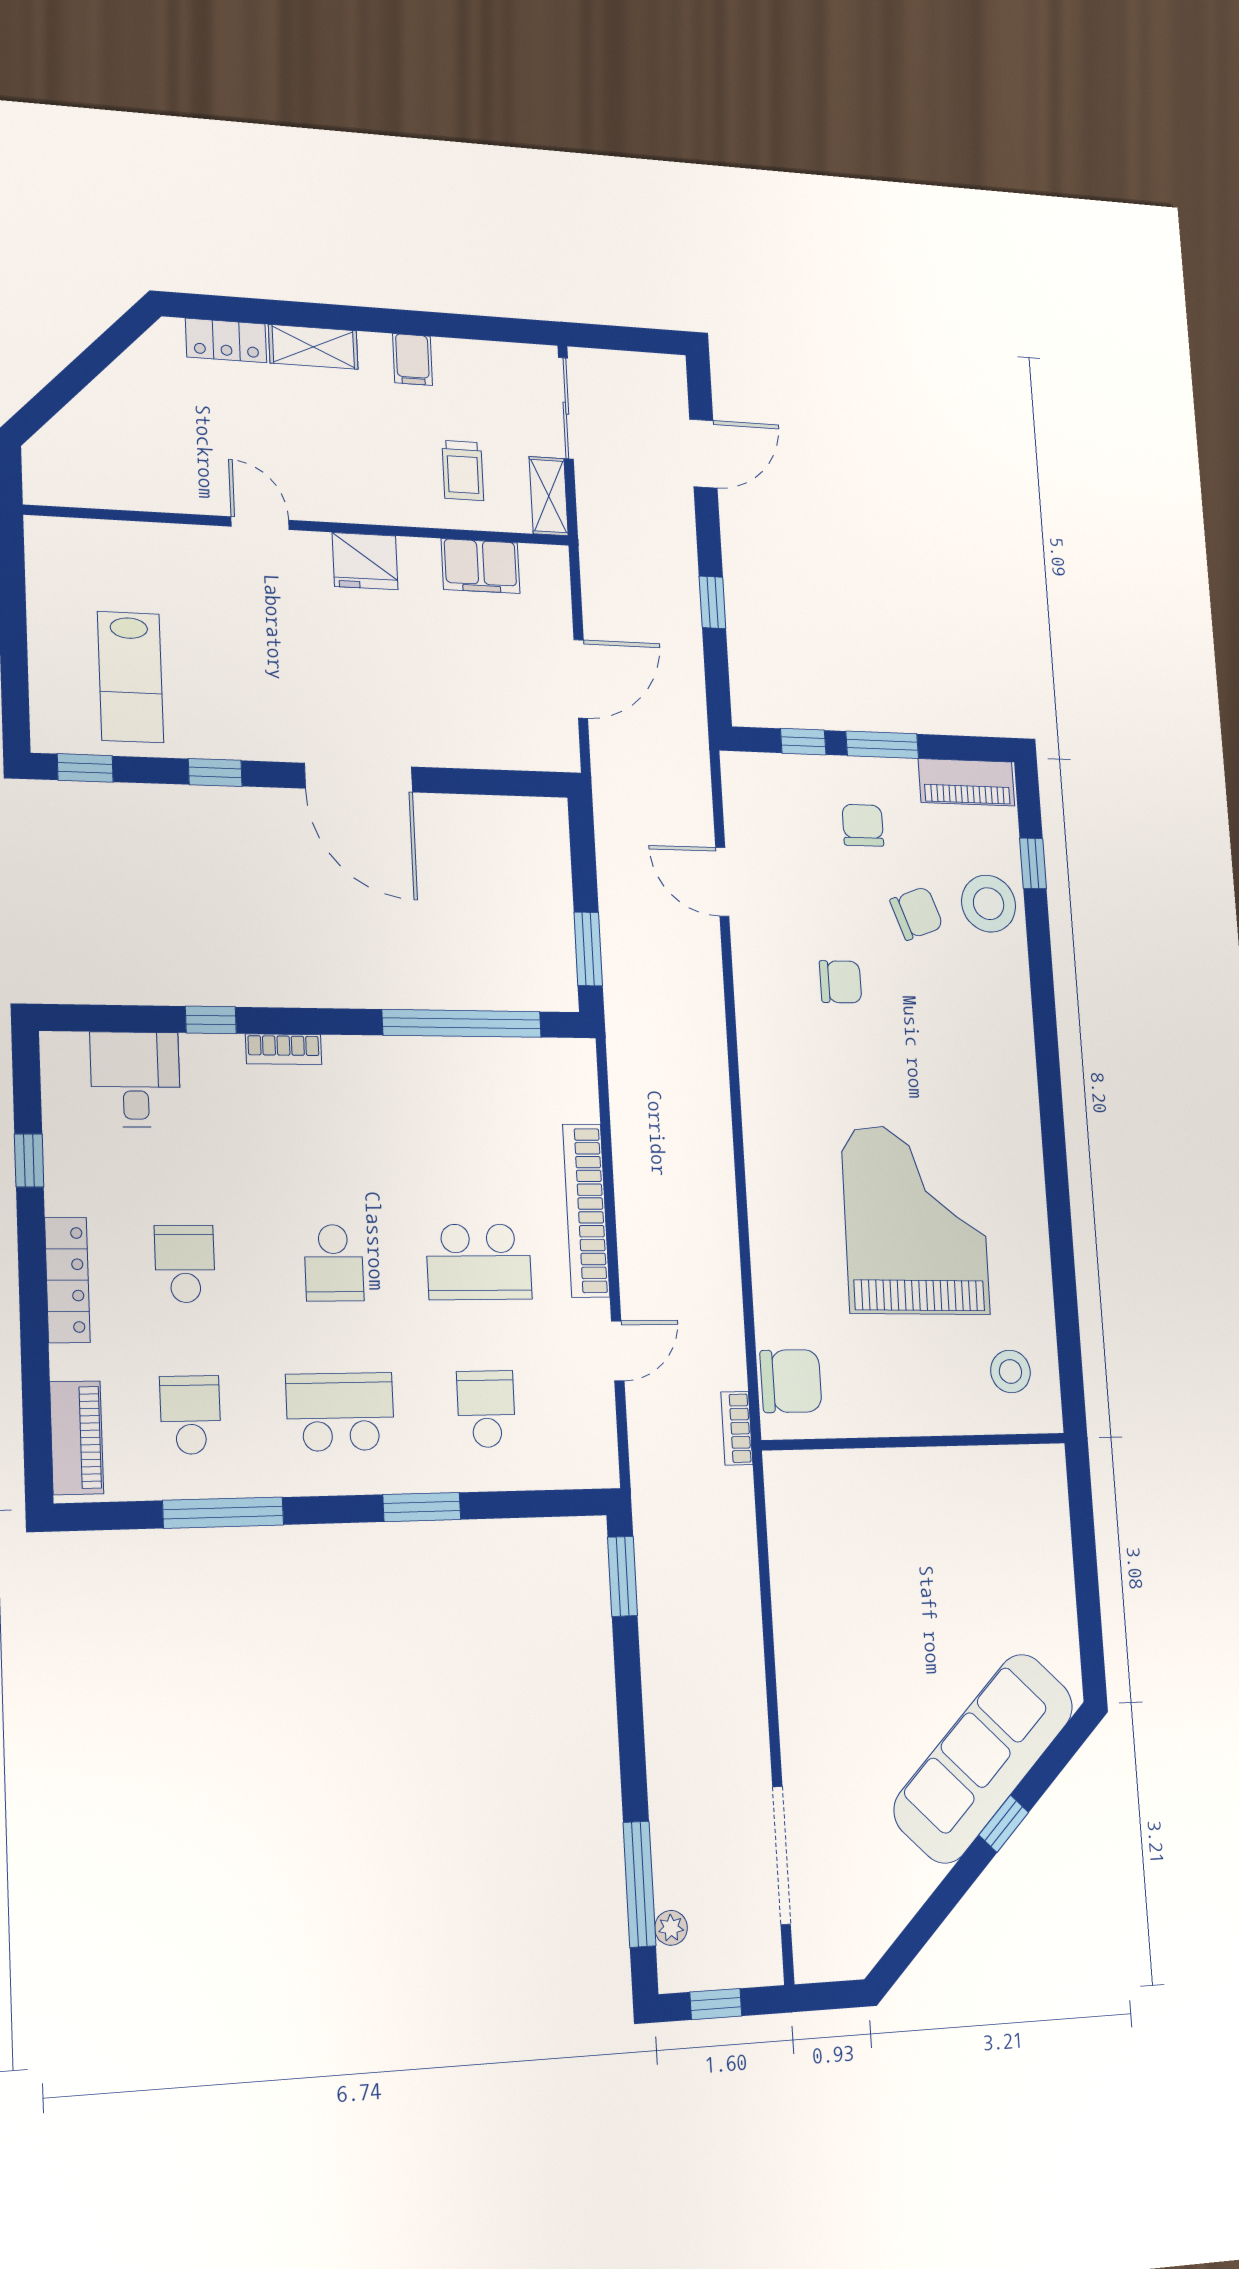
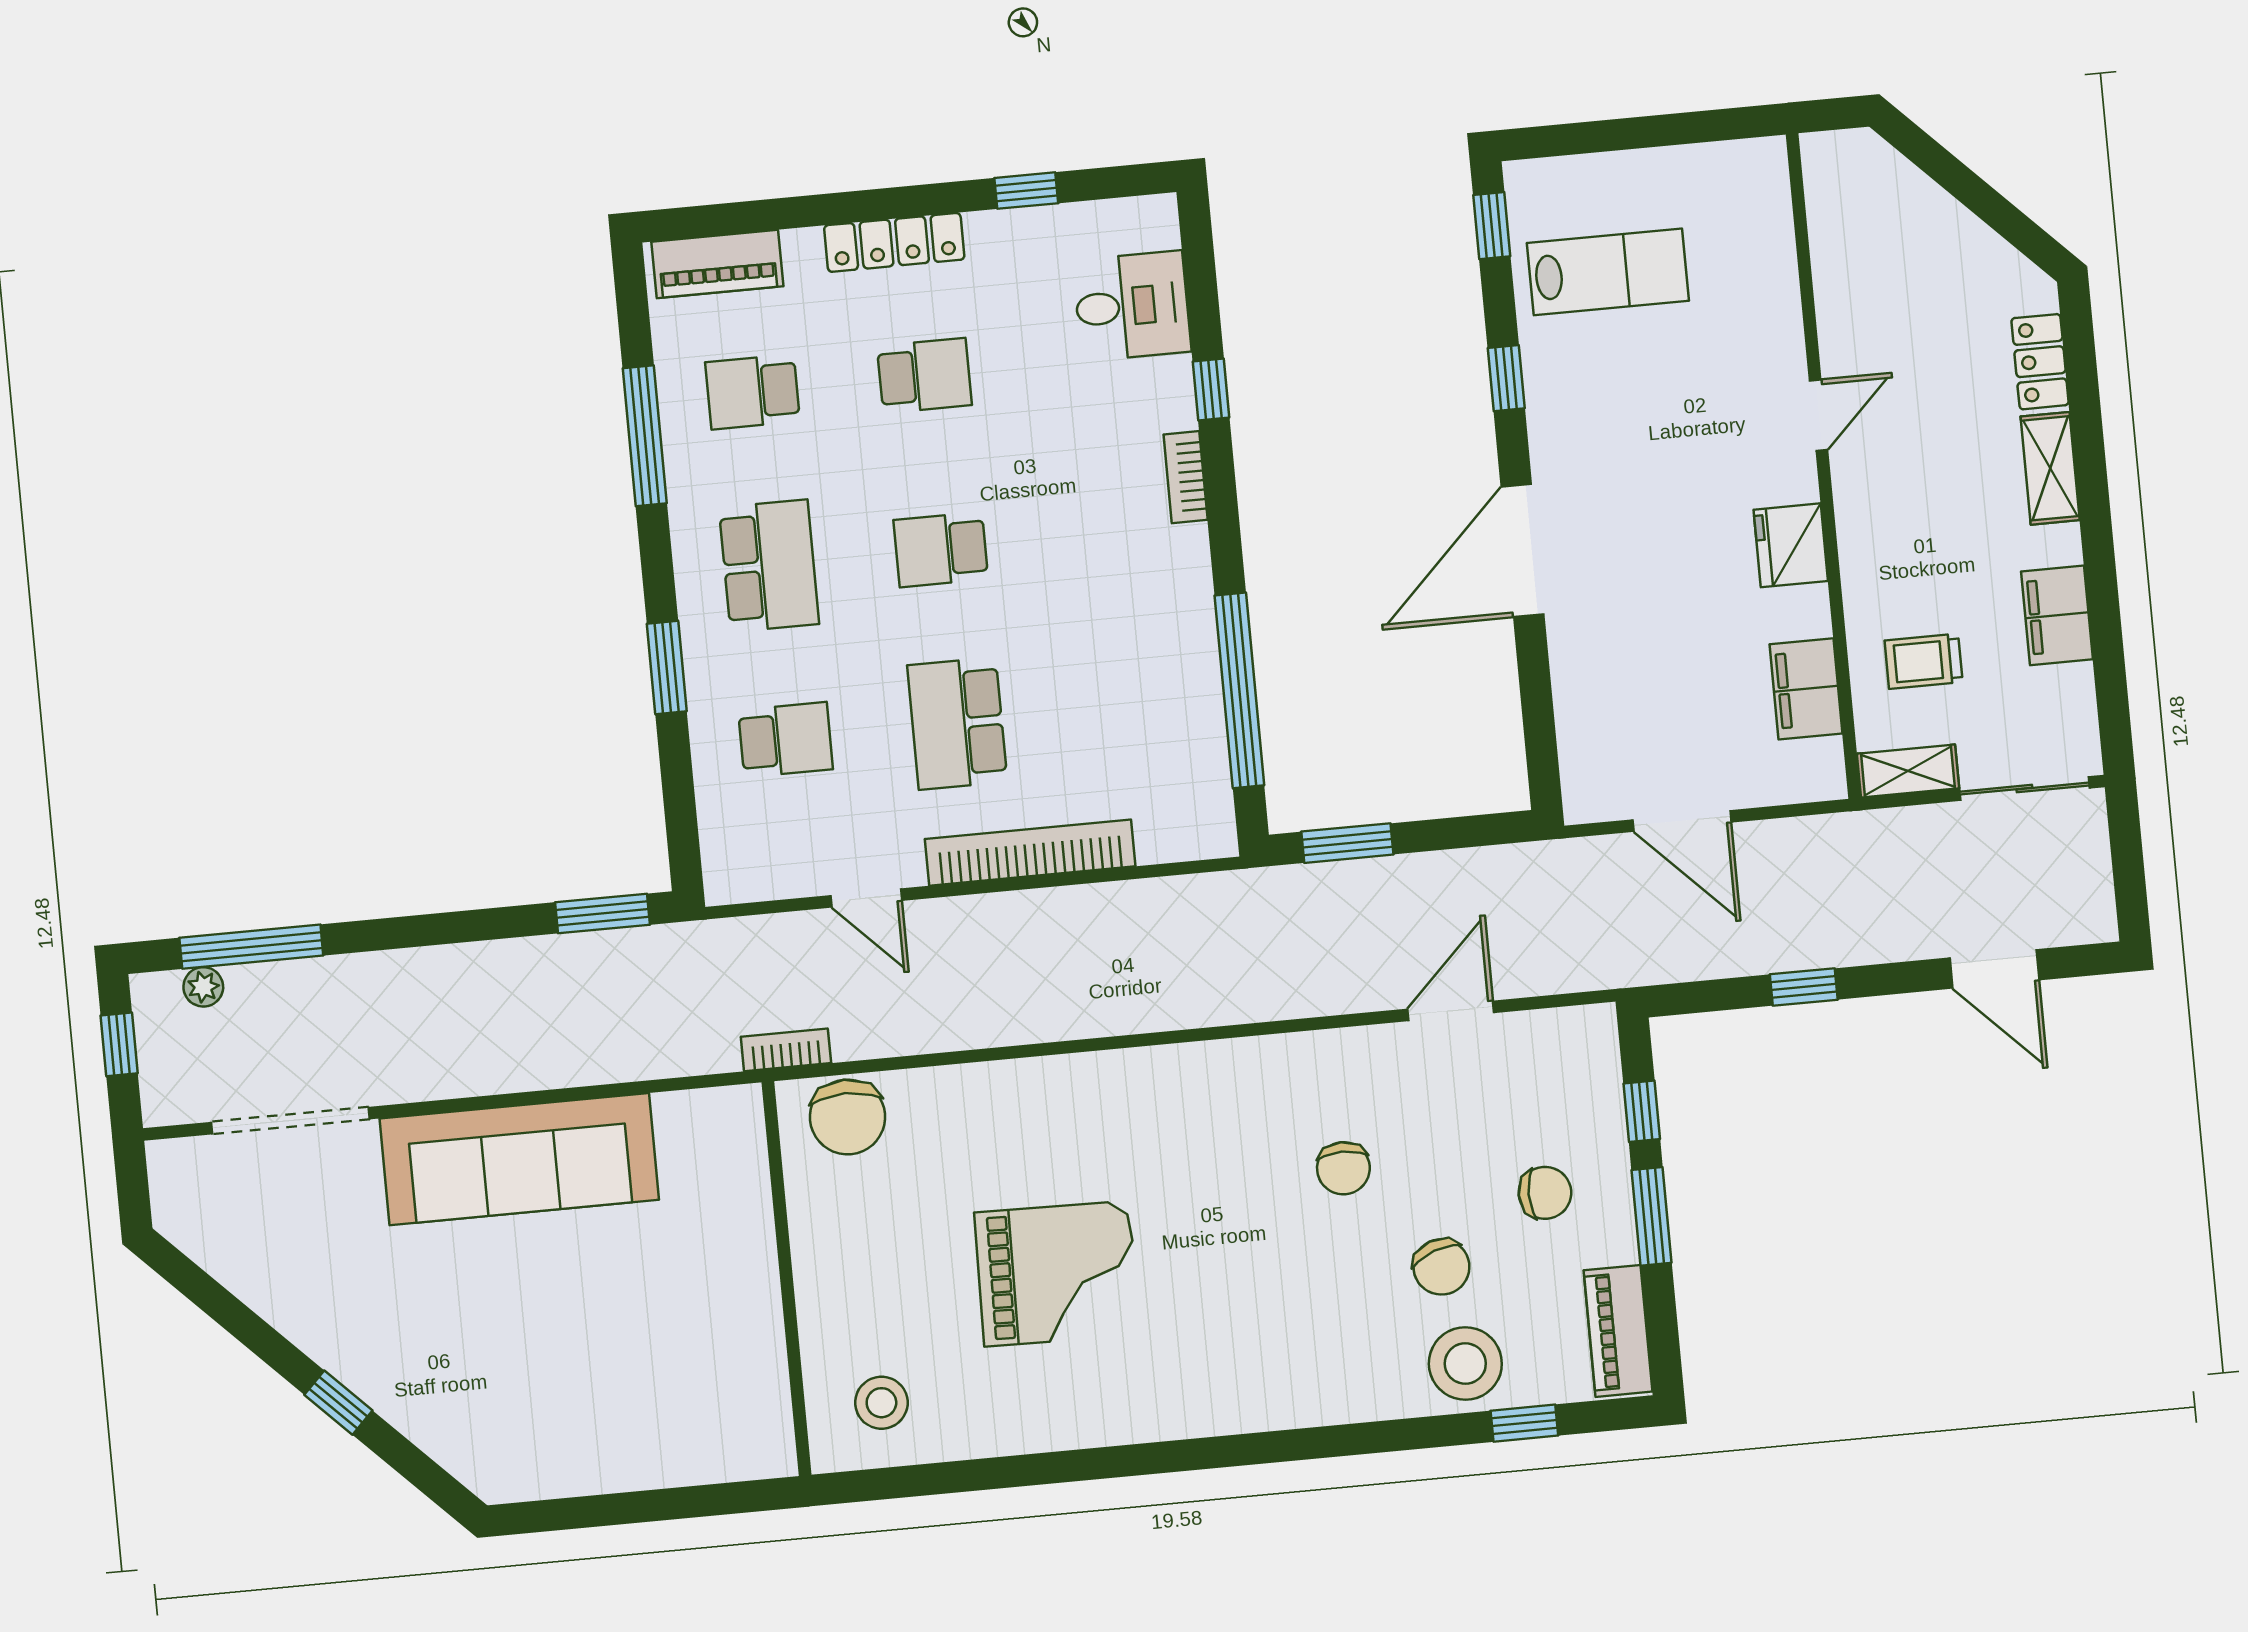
filing cabinet: (413, 359) -> (2057, 615), width x2.00
lab bench: (131, 677) -> (1608, 272), turned 180
grand piano: (916, 1220) -> (1057, 1274), width x0.73, depth x0.68
school desk: (190, 1415) -> (753, 392), turned 180
sofa: (984, 1758) -> (519, 1159), moved, turned 135

